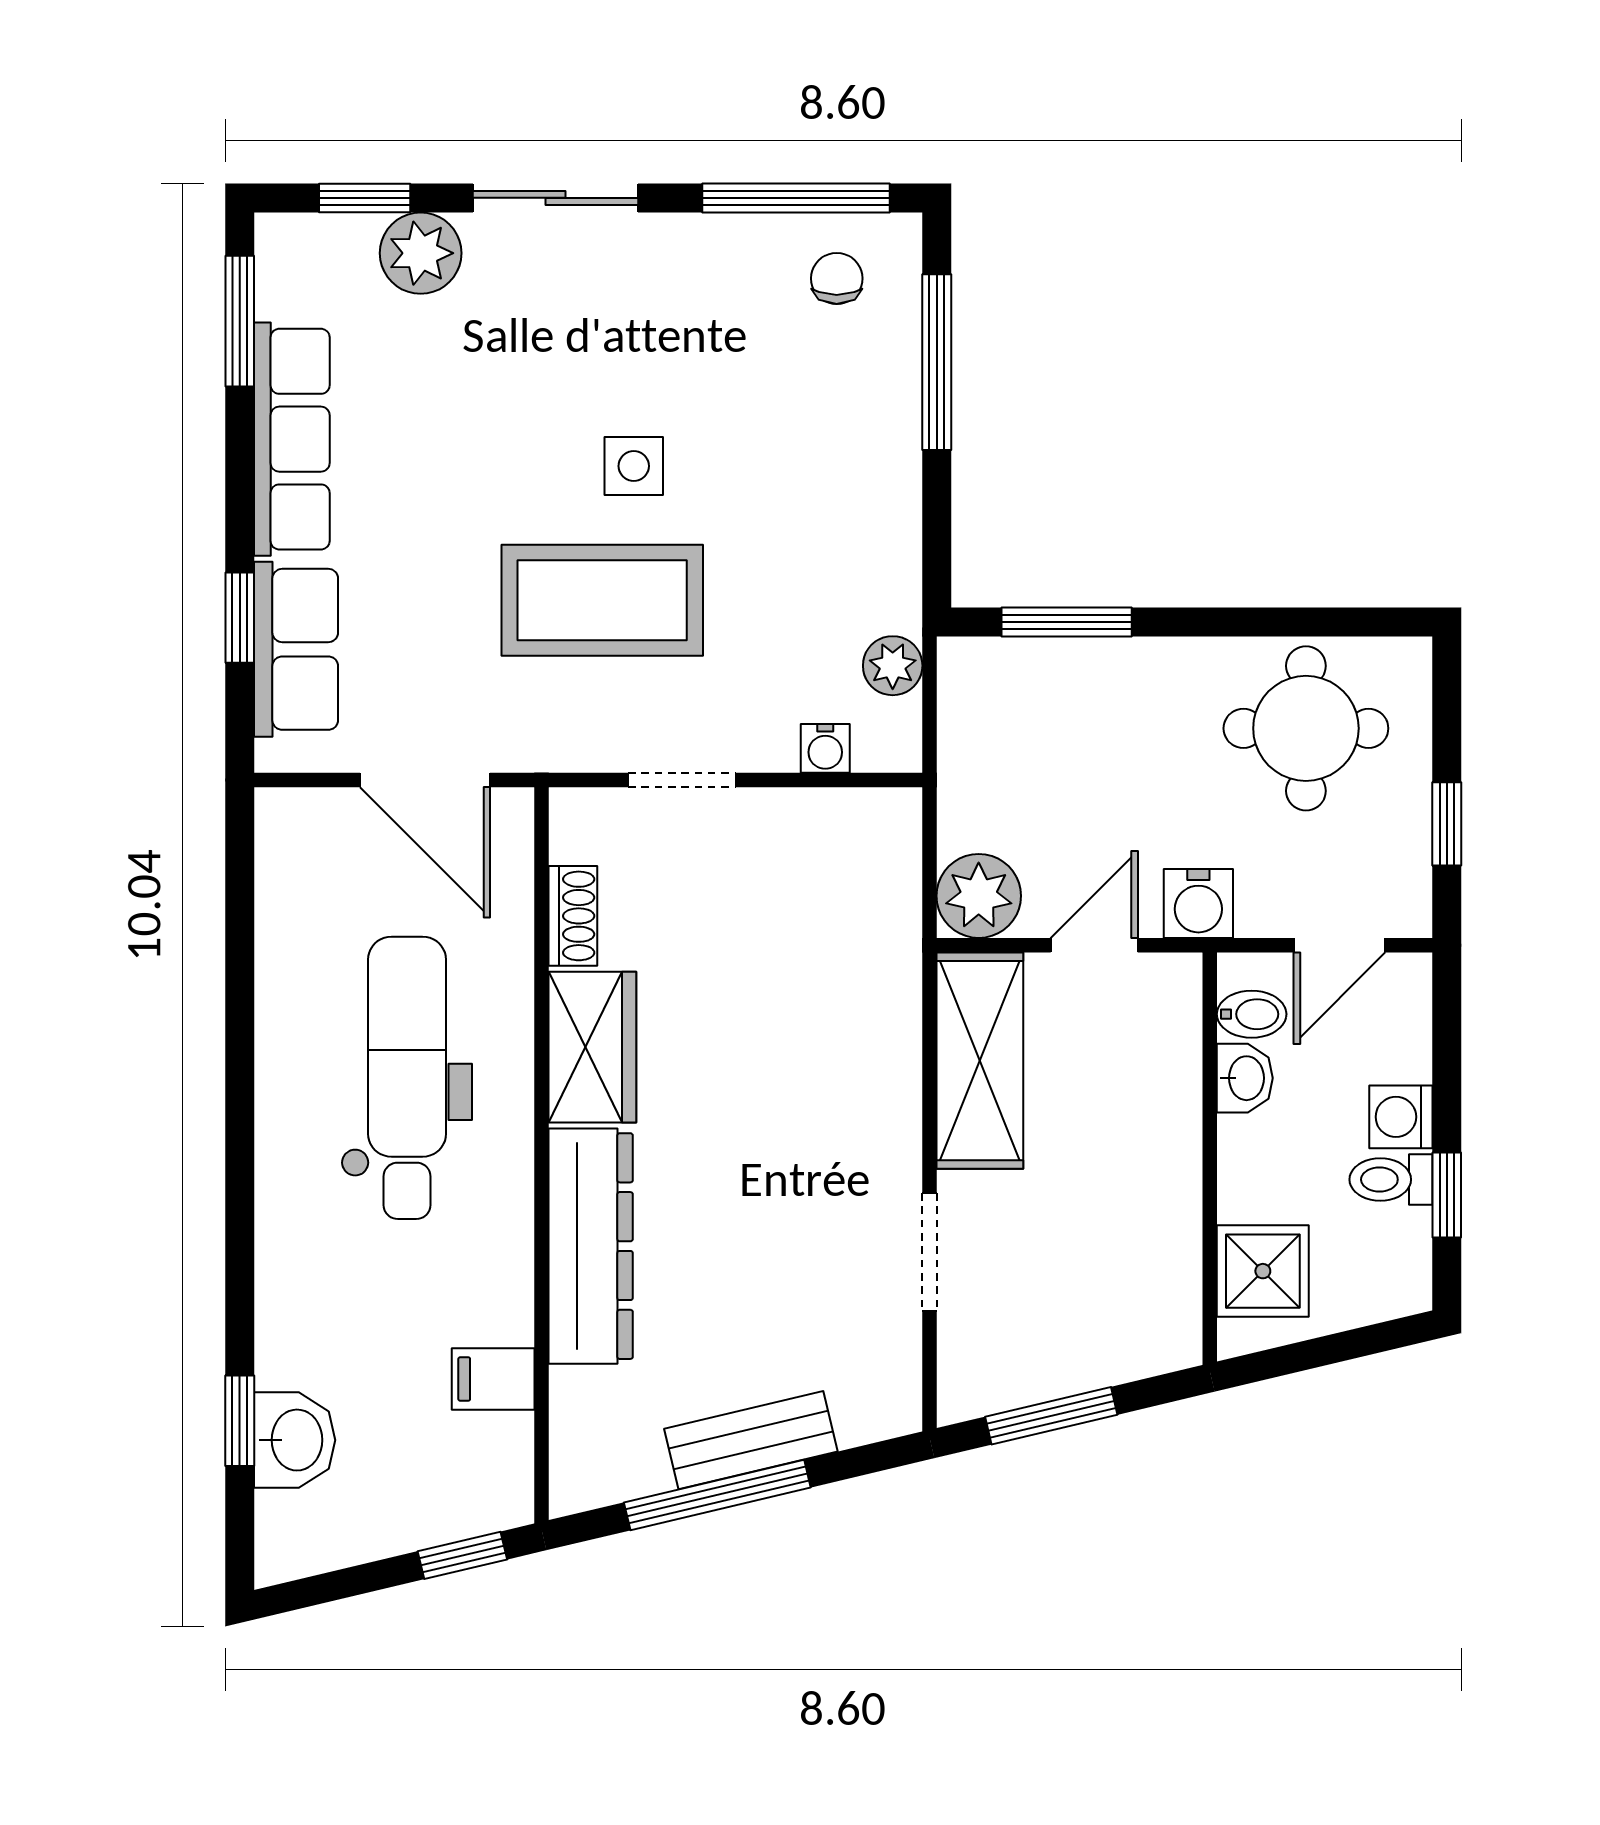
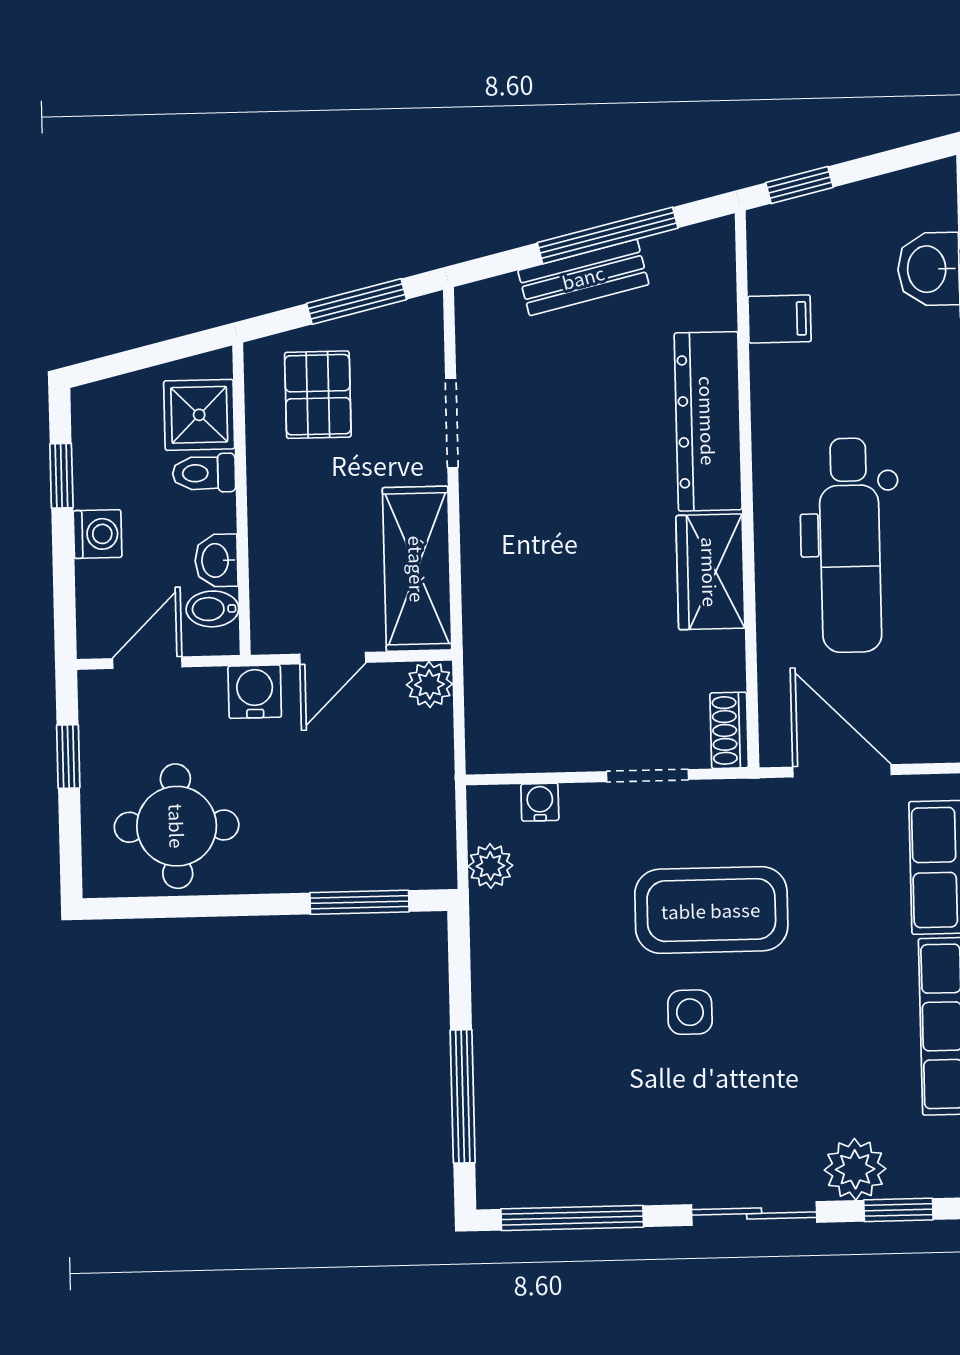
chair: (837, 278) -> (540, 1158), removed
plant: (979, 896) -> (429, 684), width x0.73, depth x0.73
shoe rack: (573, 916) -> (729, 730), moved
toilet: (1391, 1180) -> (204, 473), moved, turned 180
pallet: (1105, 1294) -> (318, 395), added

